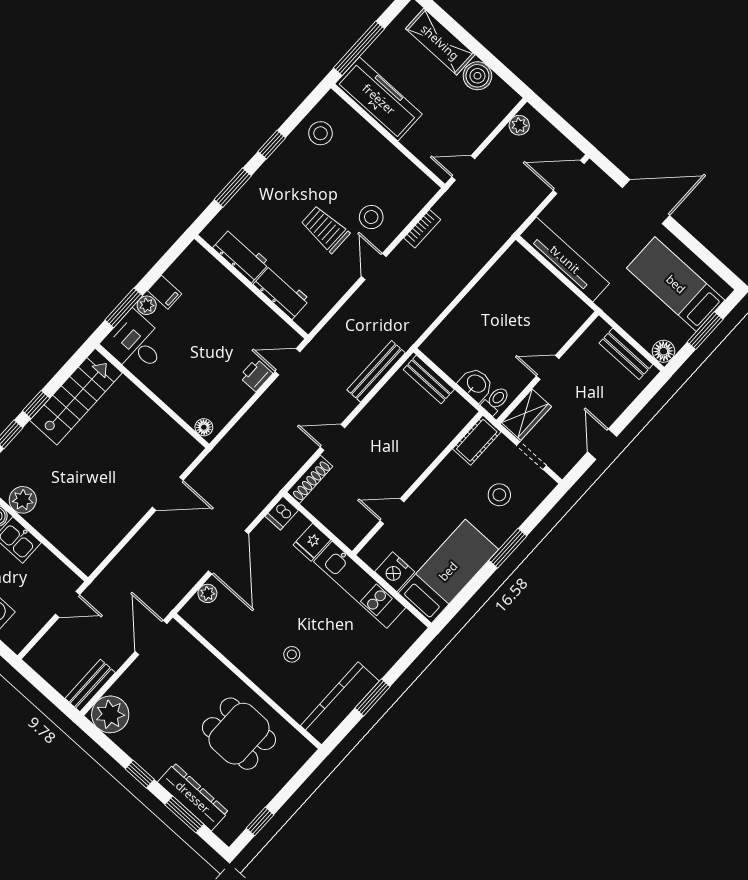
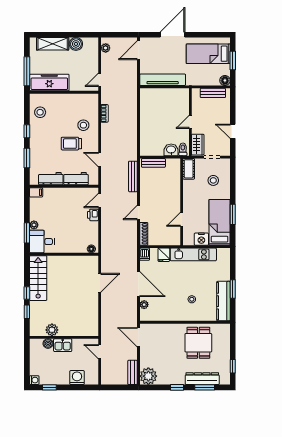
door: (374, 267) -> (100, 160), moved
filing cabinet: (165, 292) -> (36, 192), moved
window: (508, 548) -> (233, 214), moved
door: (67, 604) -> (100, 352), swing flipped
dining table: (239, 734) -> (198, 343), turned 90

